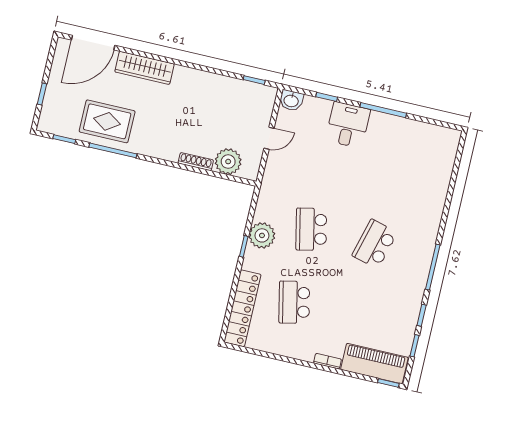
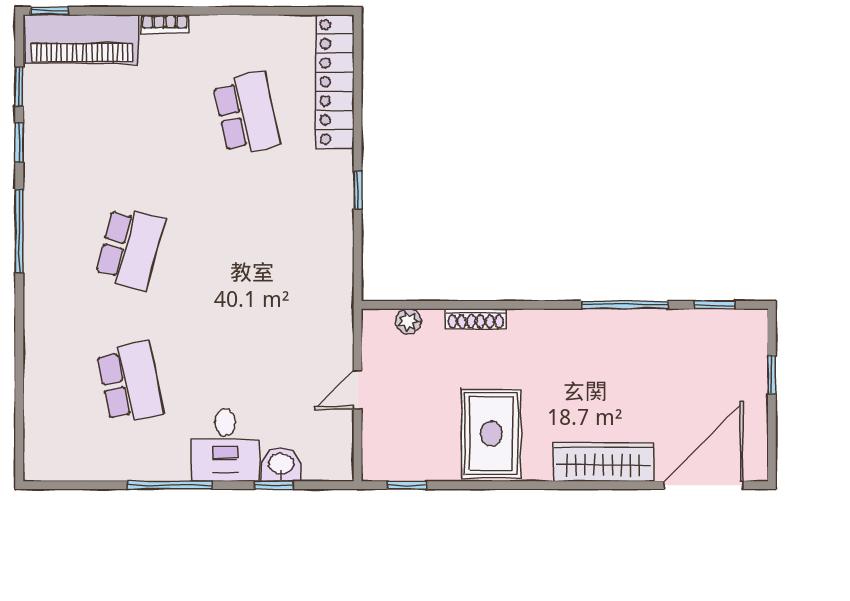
washbasin: (291, 100) -> (281, 465), moved
rug: (107, 121) -> (491, 434), moved, turned 90
plant: (228, 162) -> (408, 321), width x0.53, depth x0.53
school desk: (311, 229) -> (130, 382), moved
plant: (262, 235) -> (330, 217), removed

